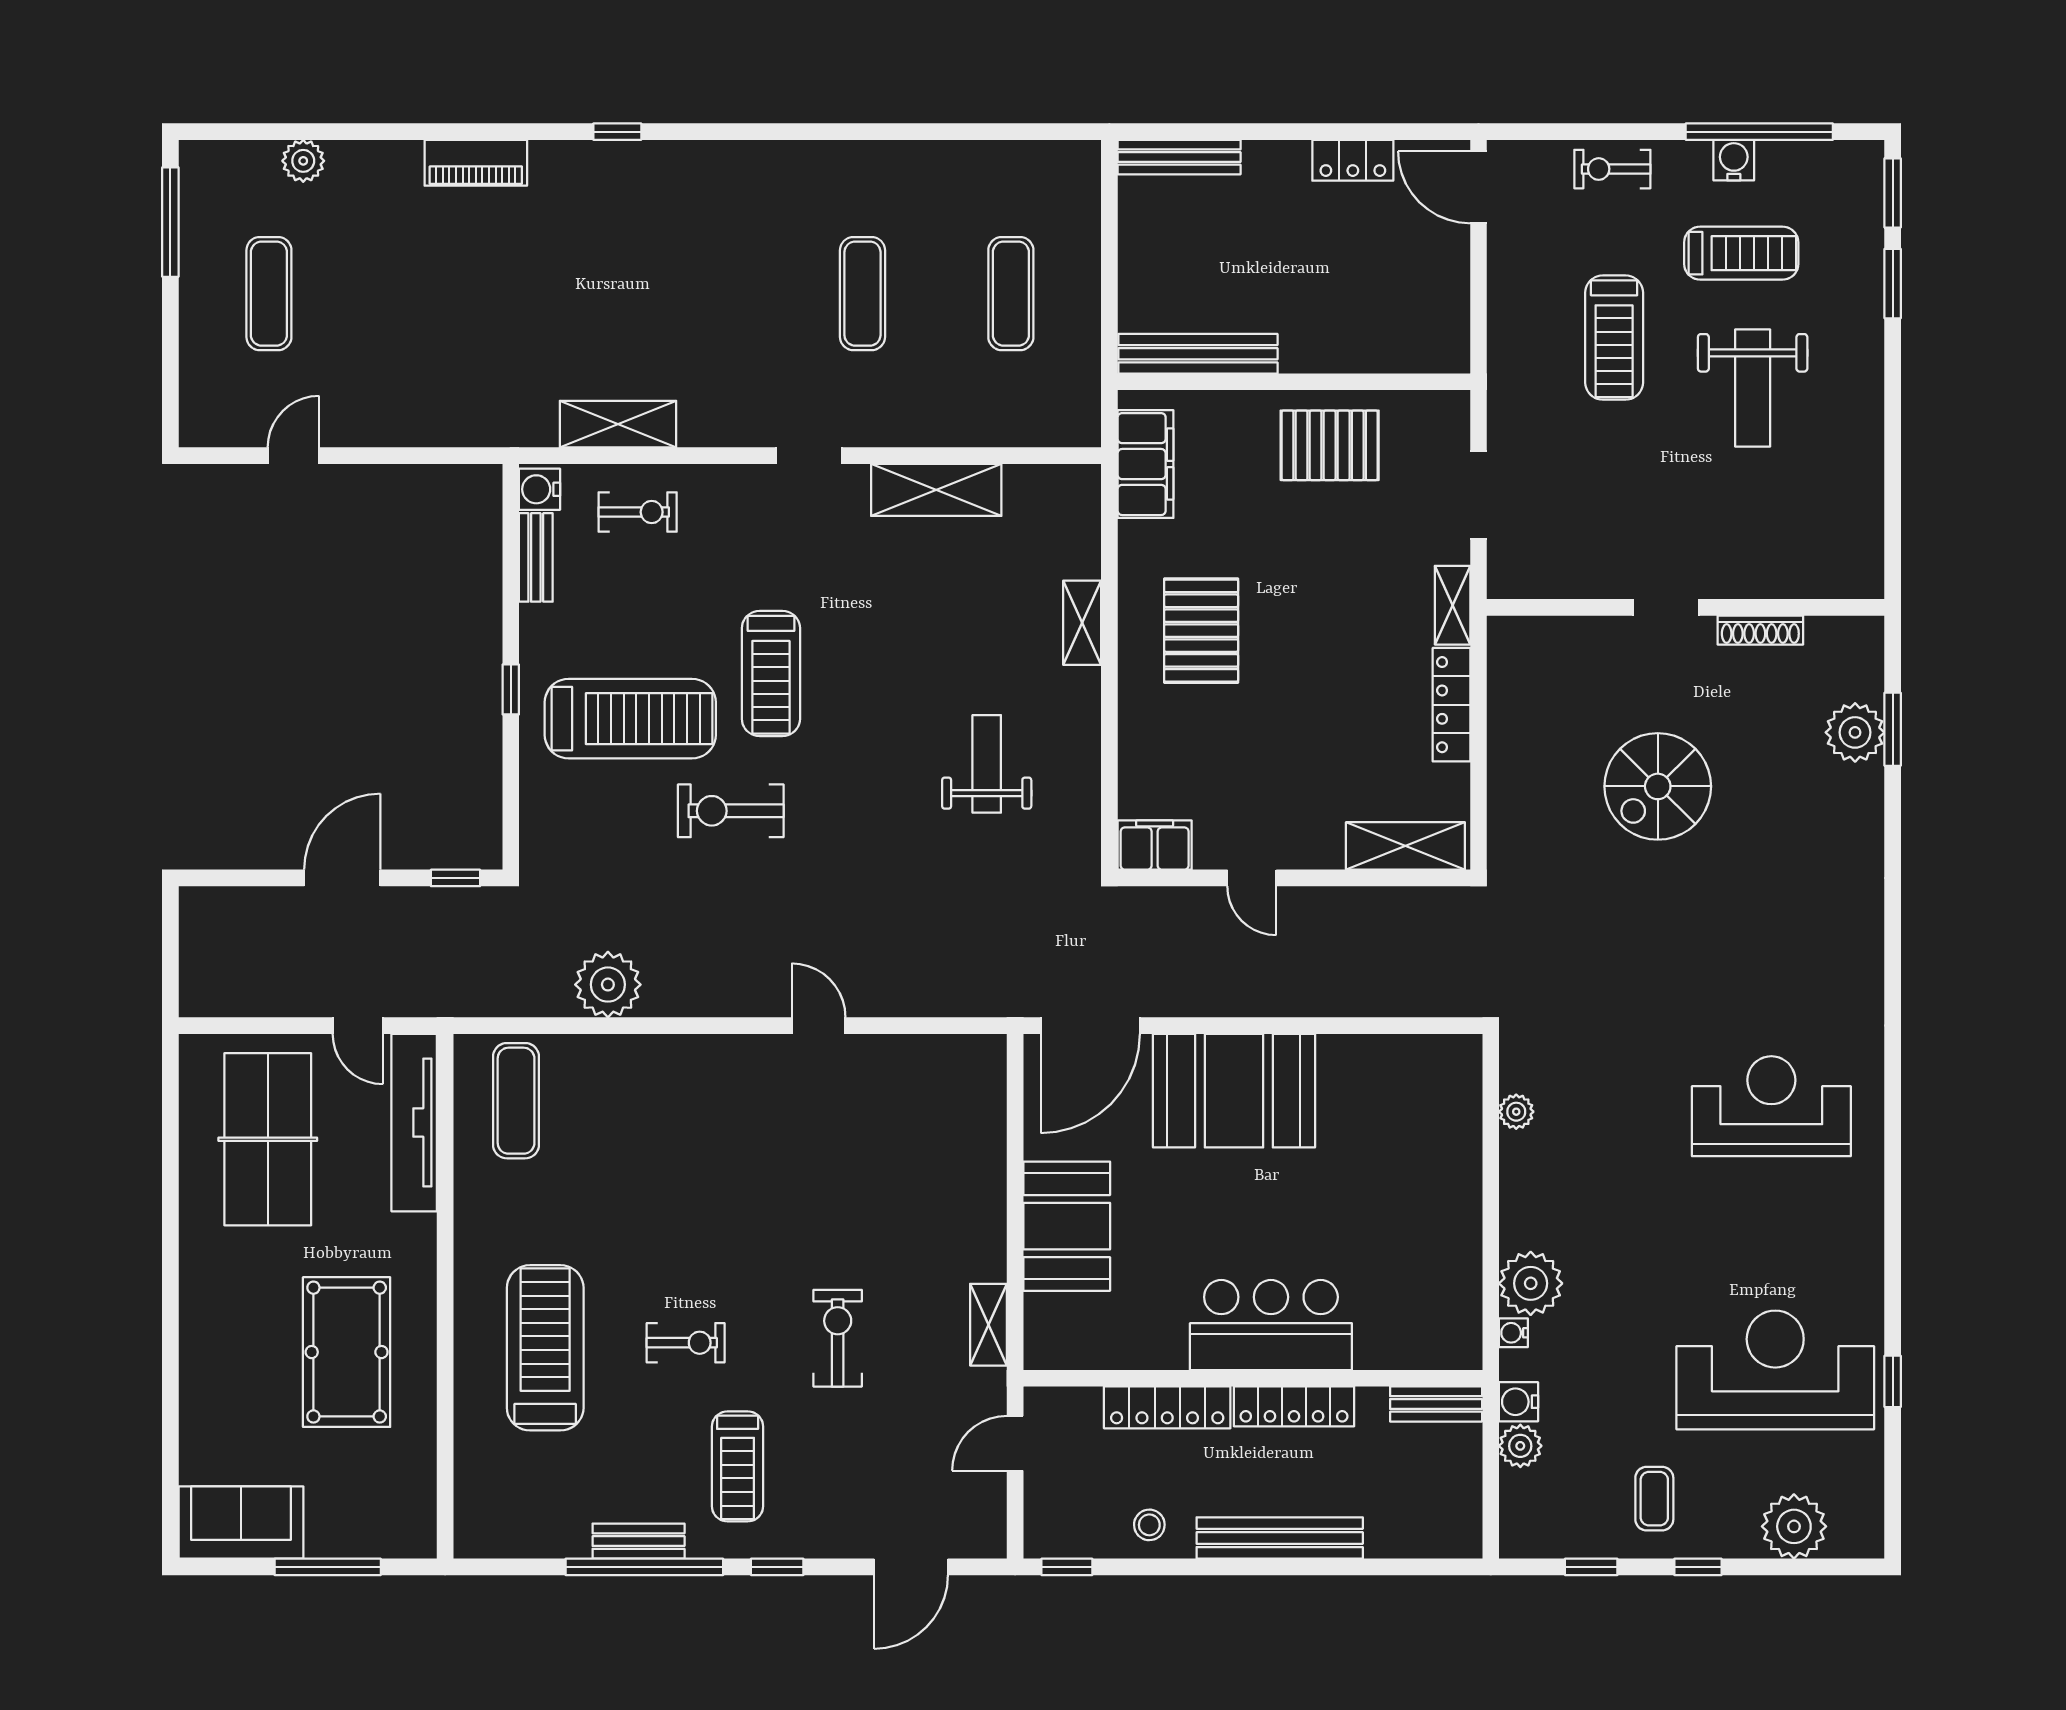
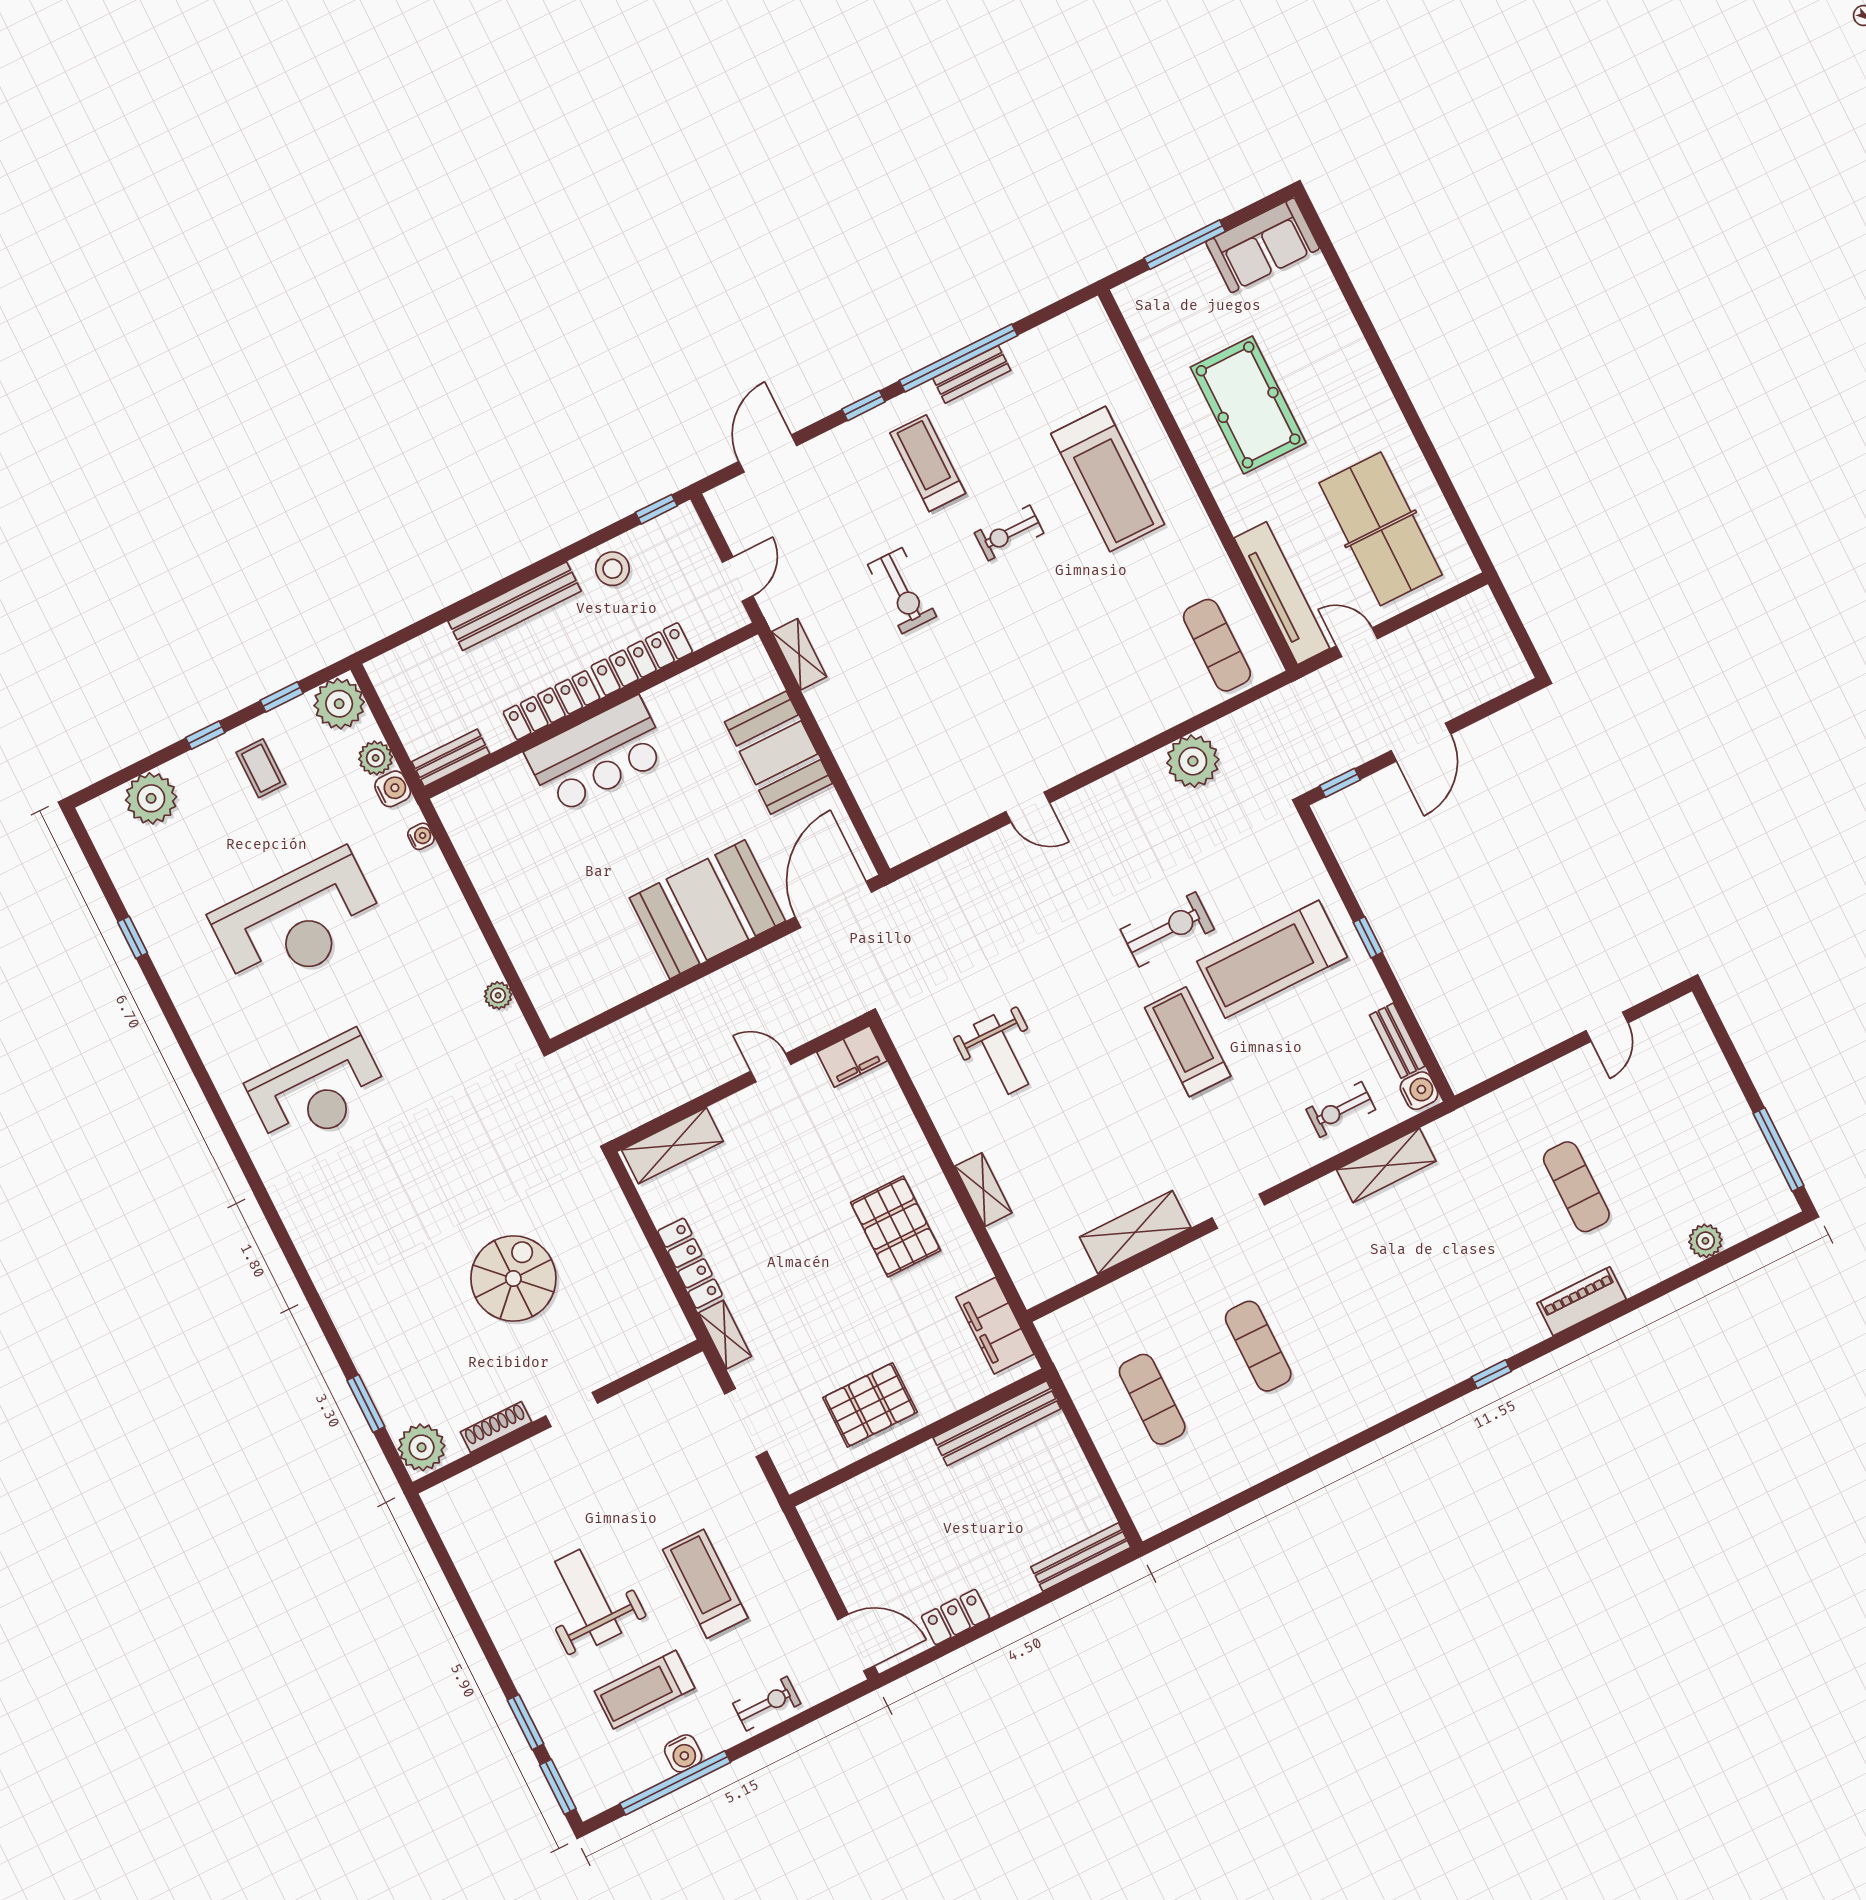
exercise mat: (269, 294) -> (1576, 1187), moved
plant: (1855, 732) -> (422, 1447), moved
plant: (1531, 1283) -> (339, 704), moved
reception desk: (1775, 1370) -> (298, 922), moved
stool: (1149, 1525) -> (612, 569), width x1.37, depth x1.37

